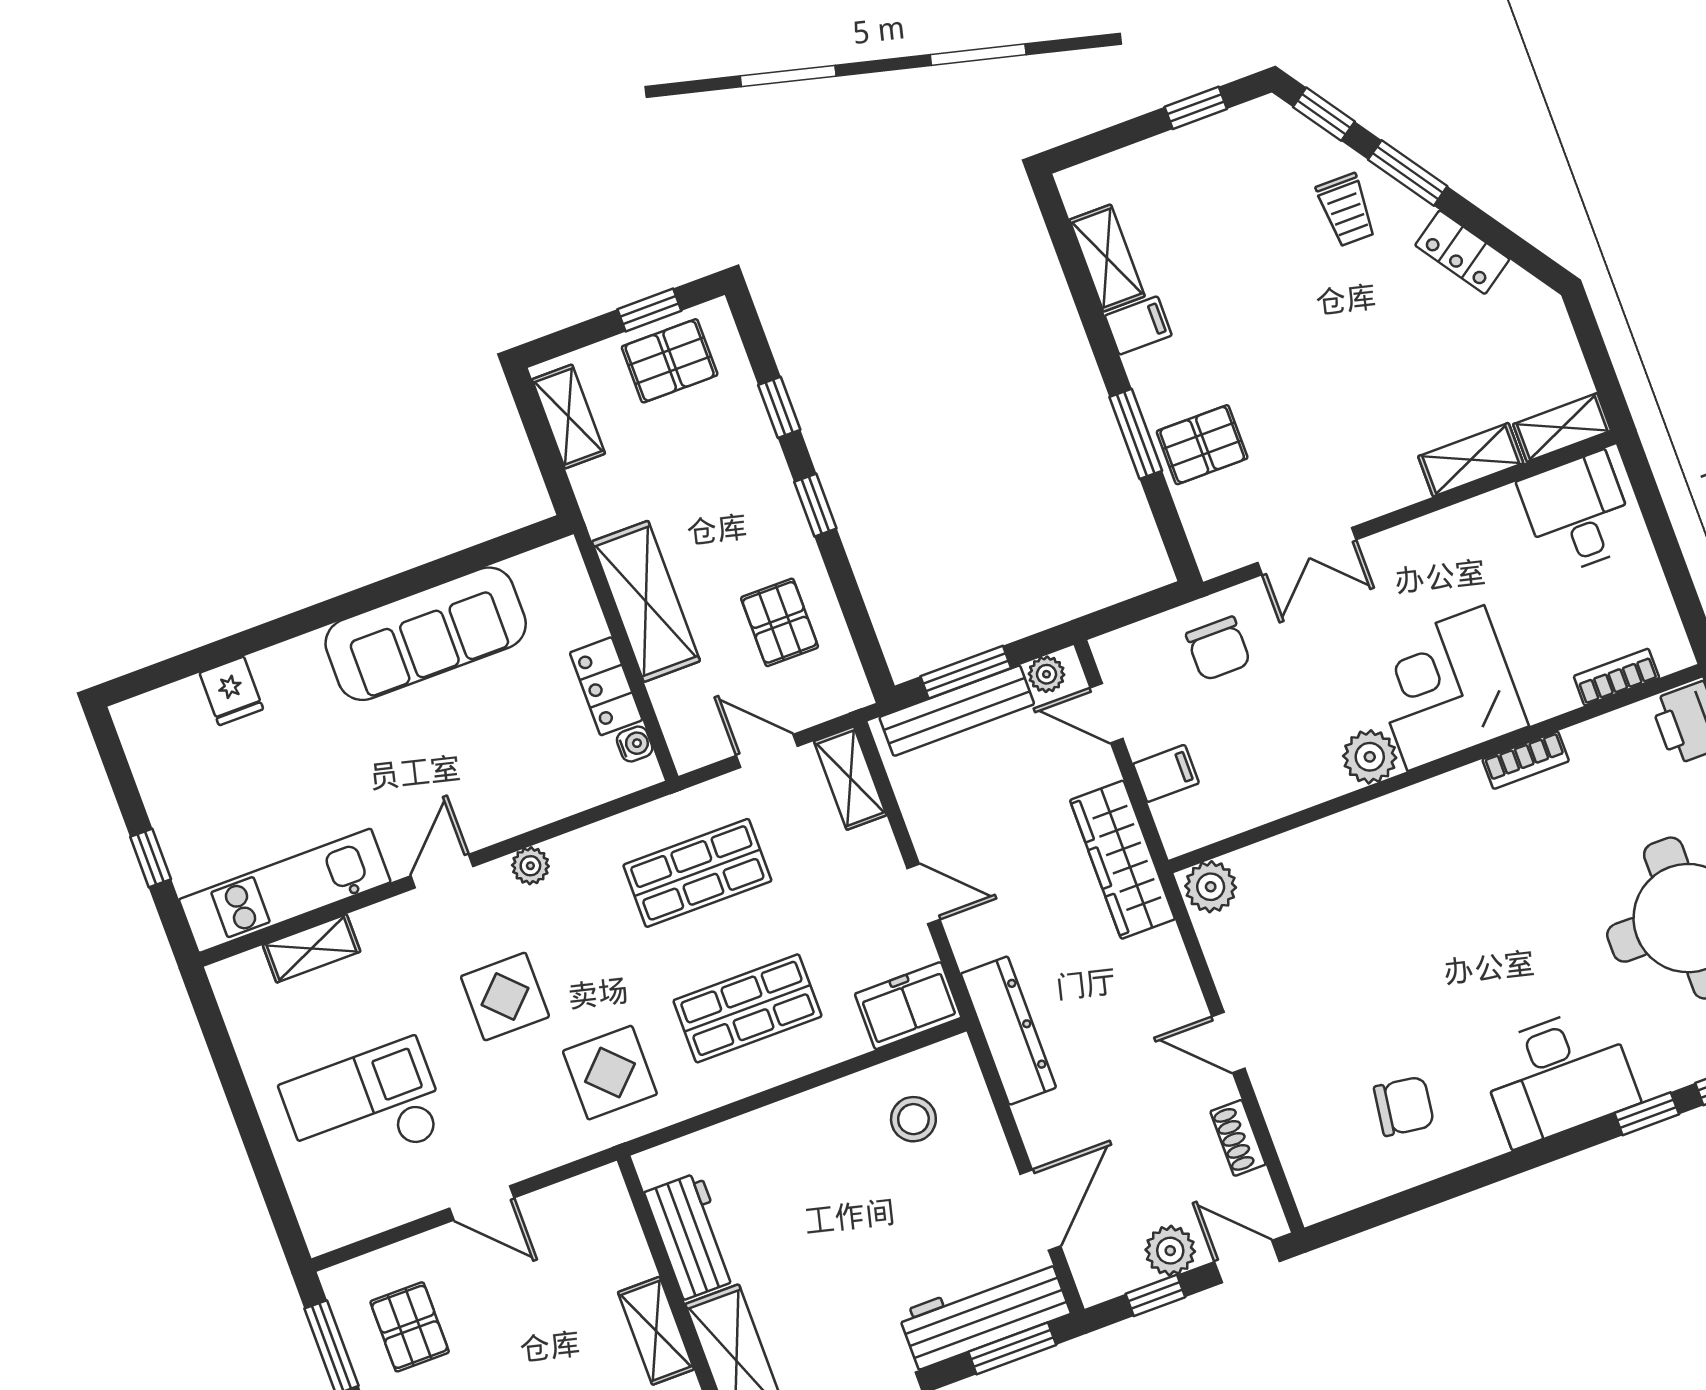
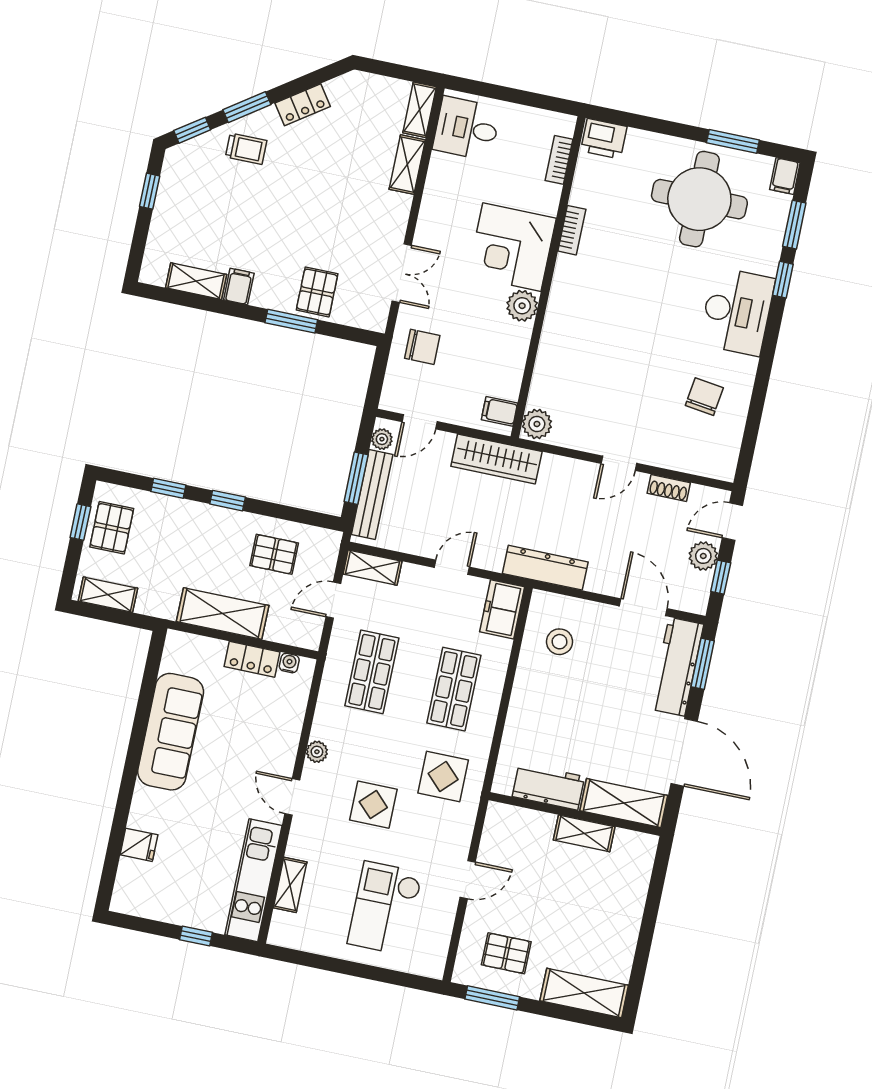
filing cabinet: (1166, 773) -> (499, 411), moved, turned -90

